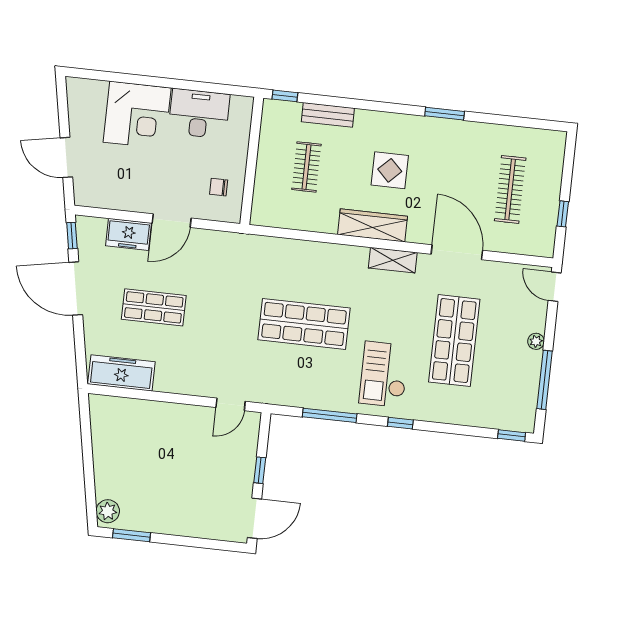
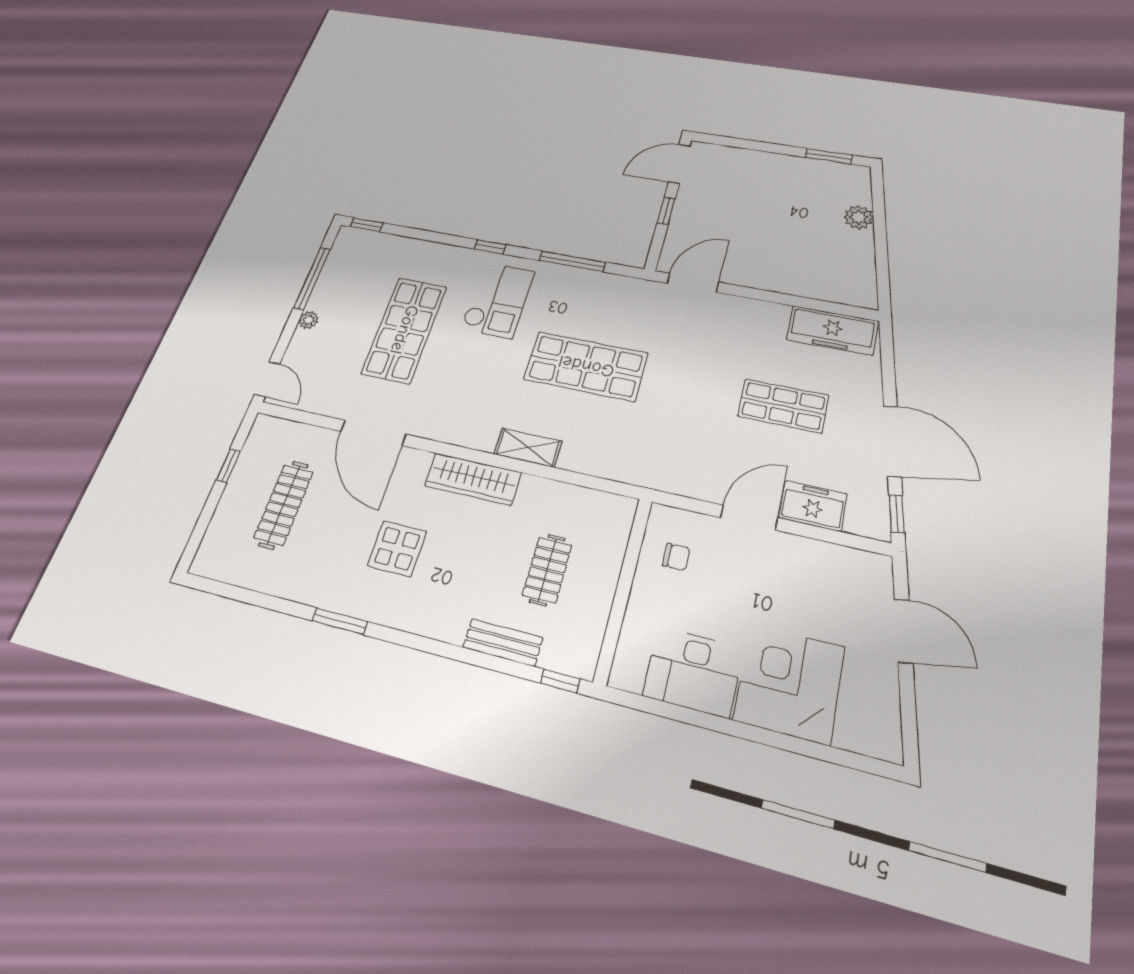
display table: (390, 170) -> (397, 549), moved
shelving: (393, 260) -> (528, 448), moved
door: (231, 404) -> (693, 283), width x1.38
plant: (108, 511) -> (859, 217), moved

